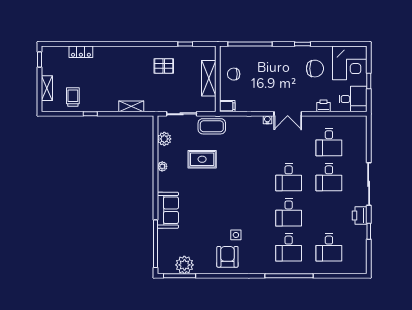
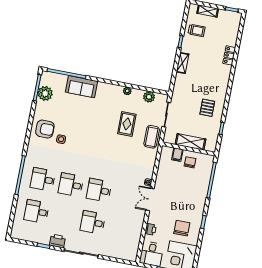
locker: (81, 52) -> (229, 55), moved
chair: (315, 69) -> (182, 228), turned 180
shelving: (131, 106) -> (183, 63), moved
filing cabinet: (227, 106) -> (177, 155), moved
desk: (329, 142) -> (121, 228), removed
sofa: (168, 210) -> (81, 87), moved

